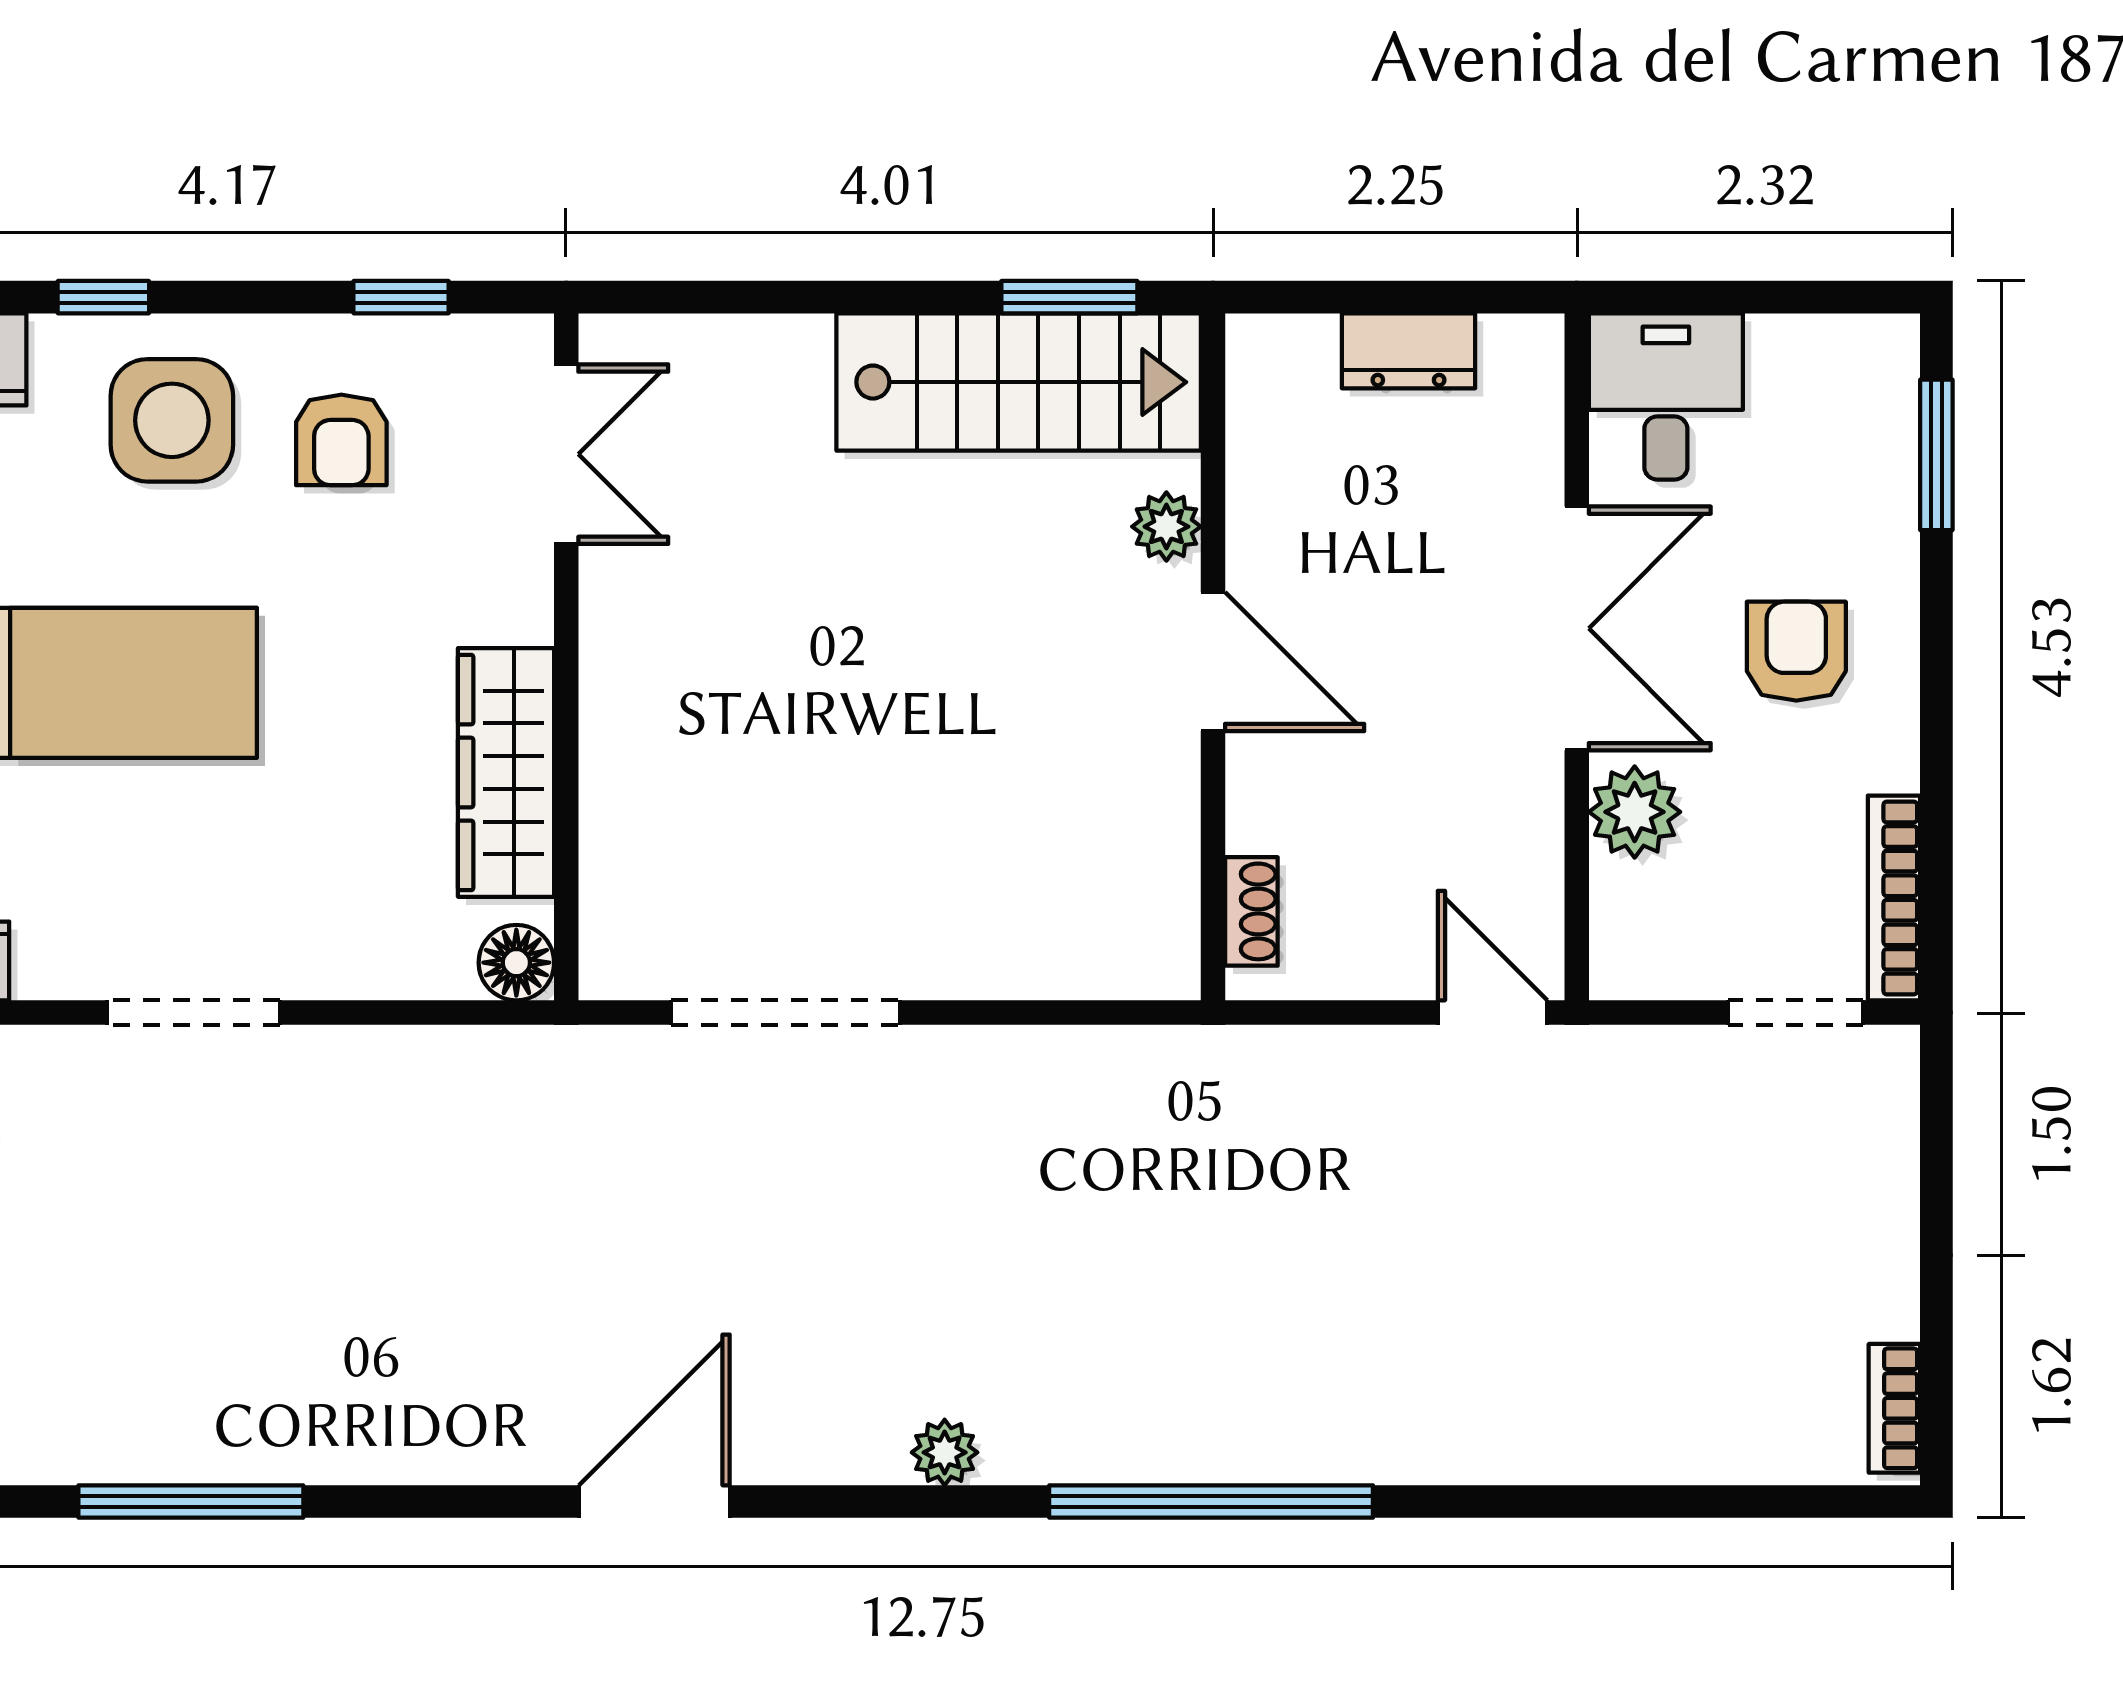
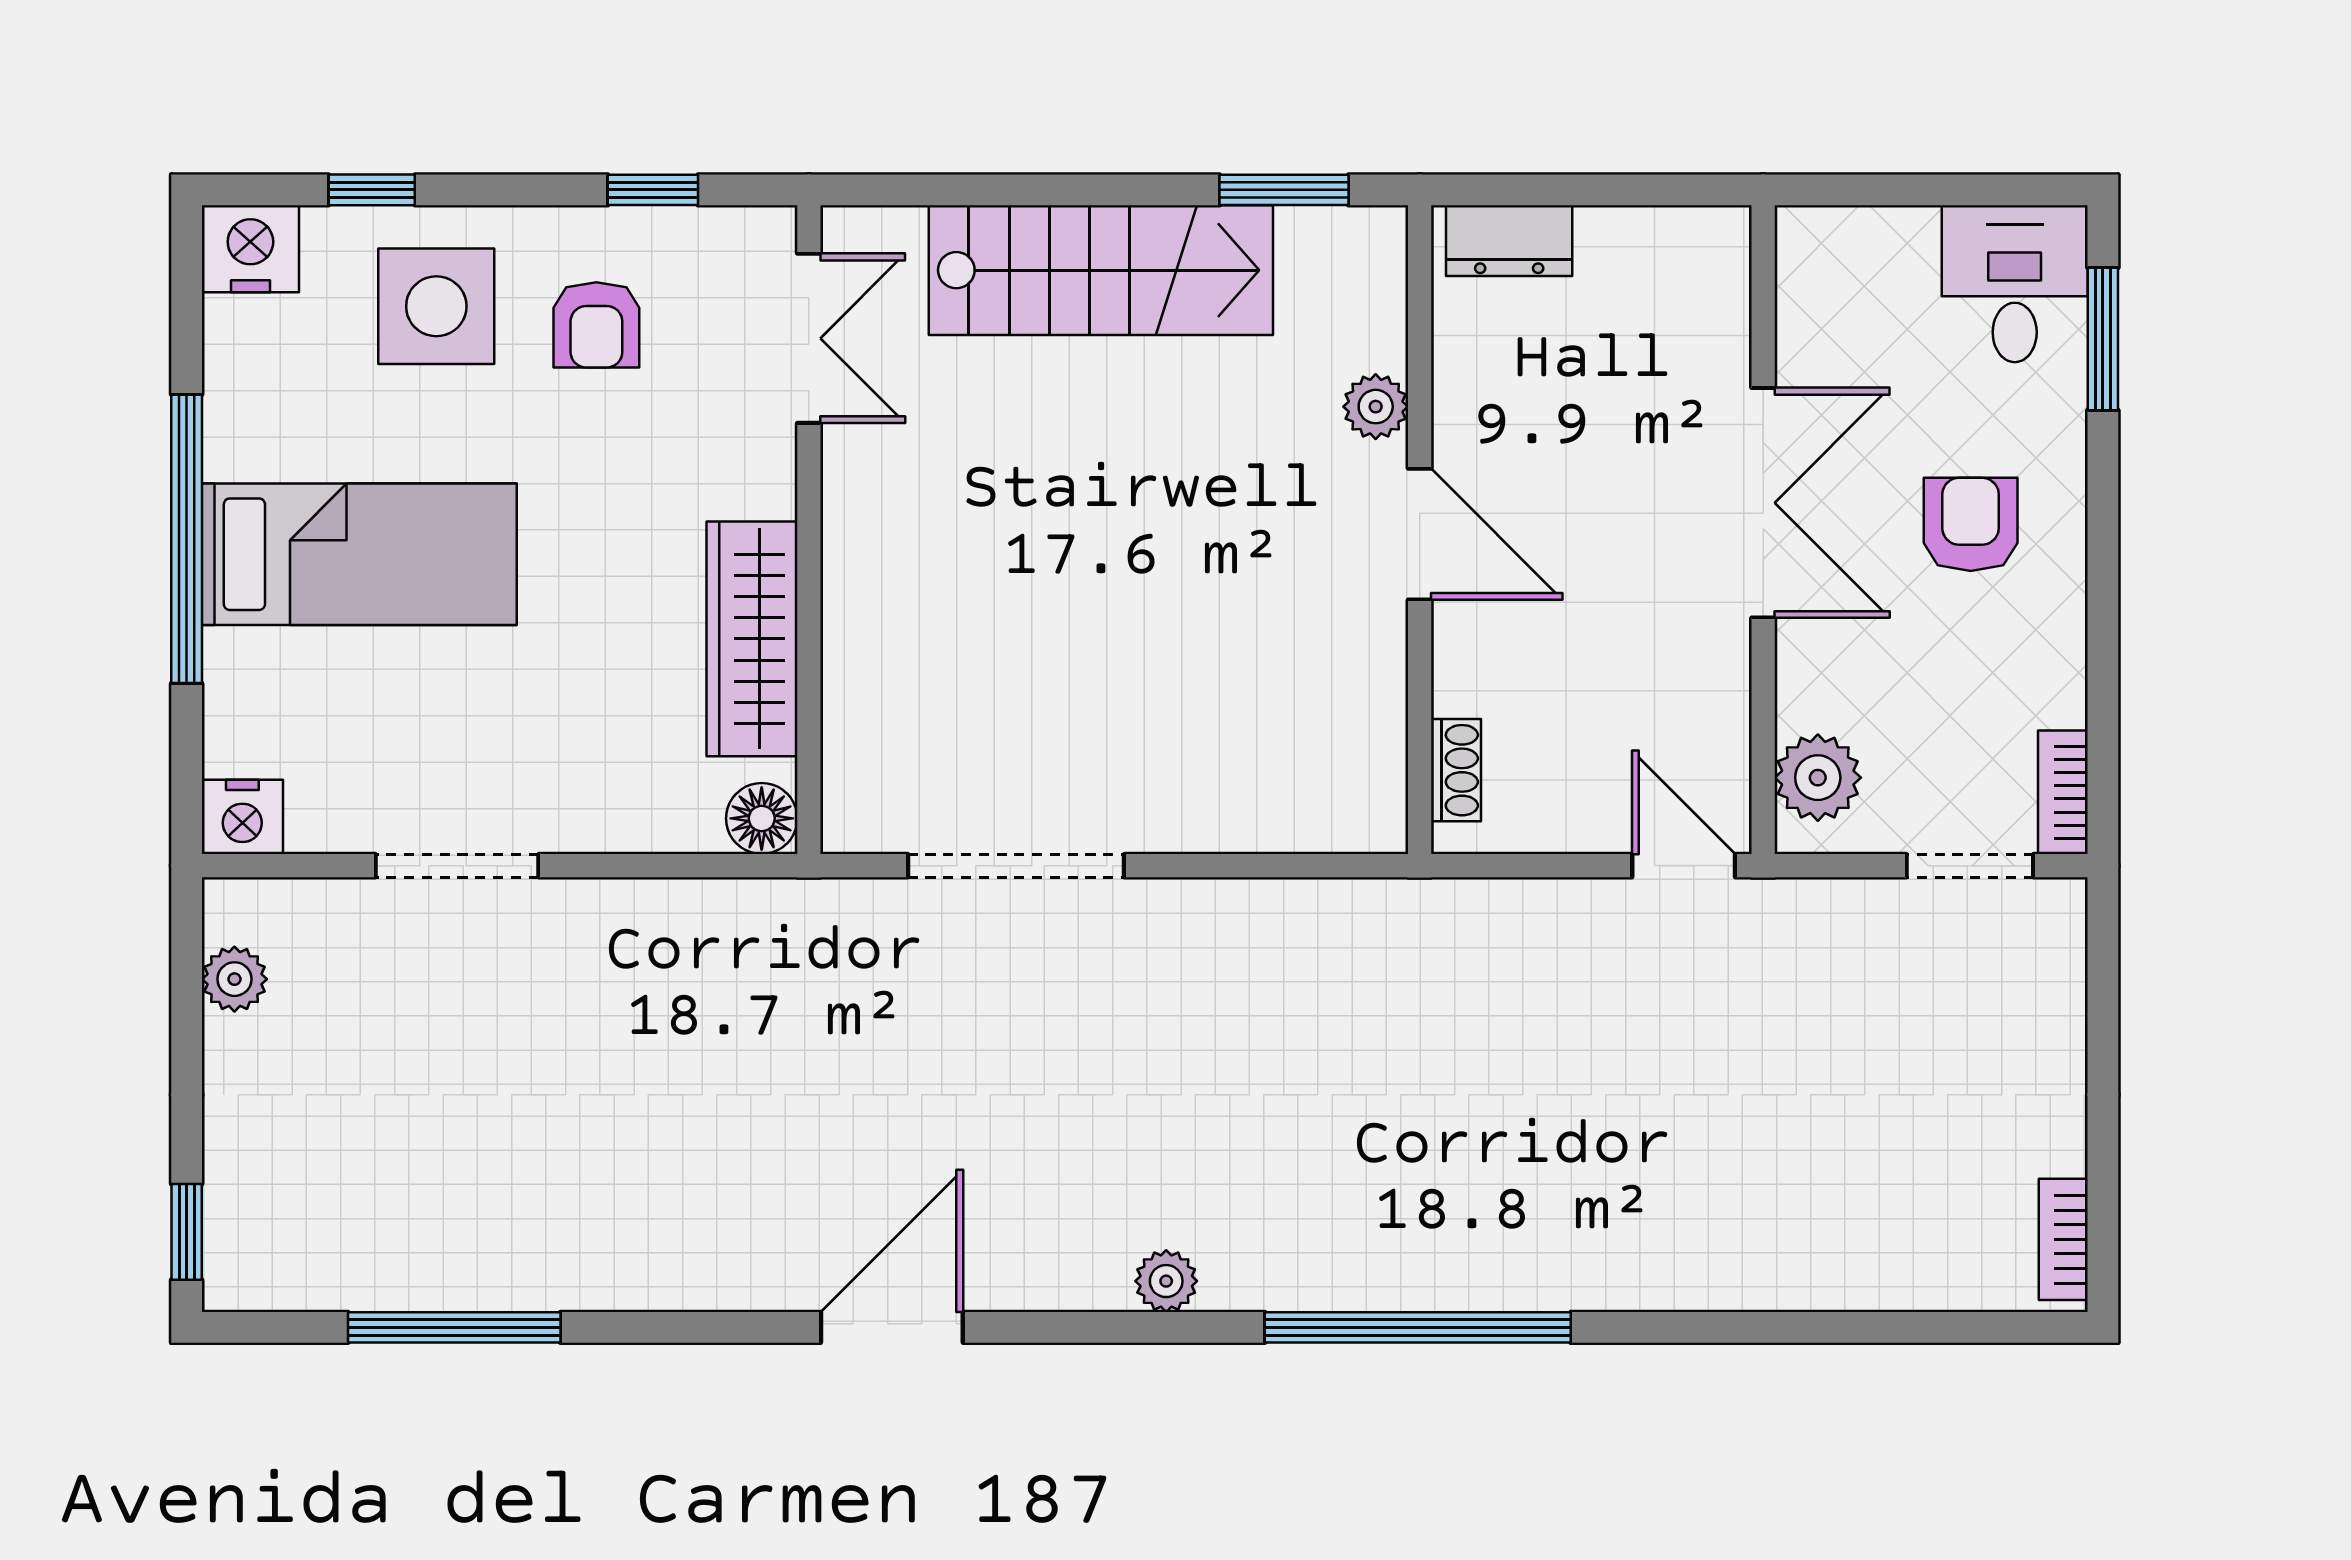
dresser: (1408, 351) -> (1509, 241), moved
stairs: (1019, 382) -> (1101, 270), moved
desk: (1666, 396) -> (2015, 284), moved
plant: (1635, 812) -> (1818, 778), moved
bookcase: (1894, 898) -> (2063, 792), width x0.64

